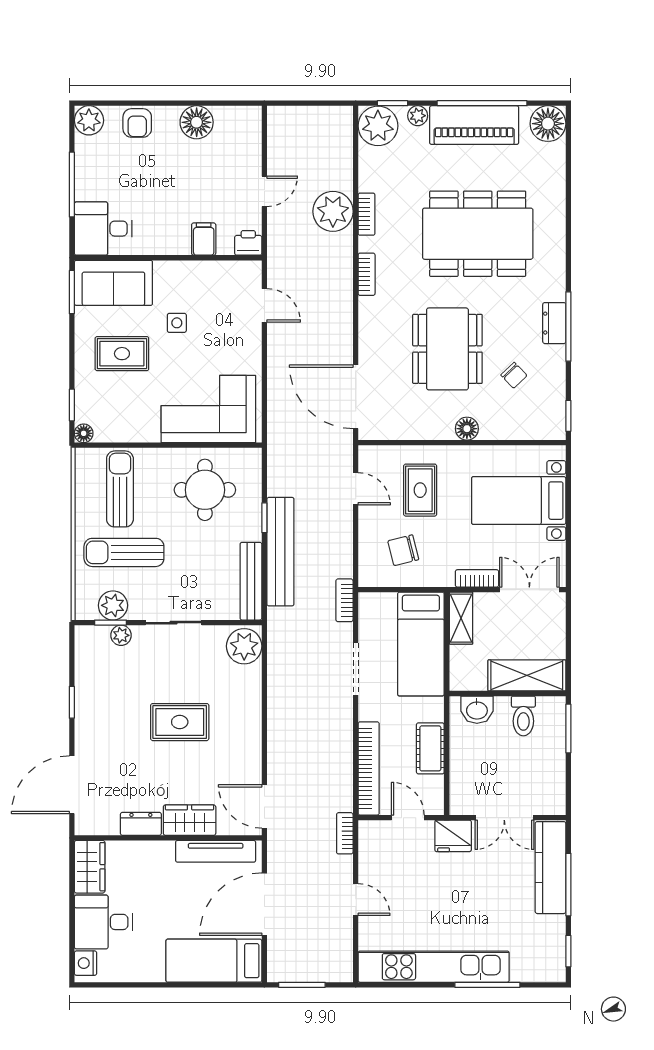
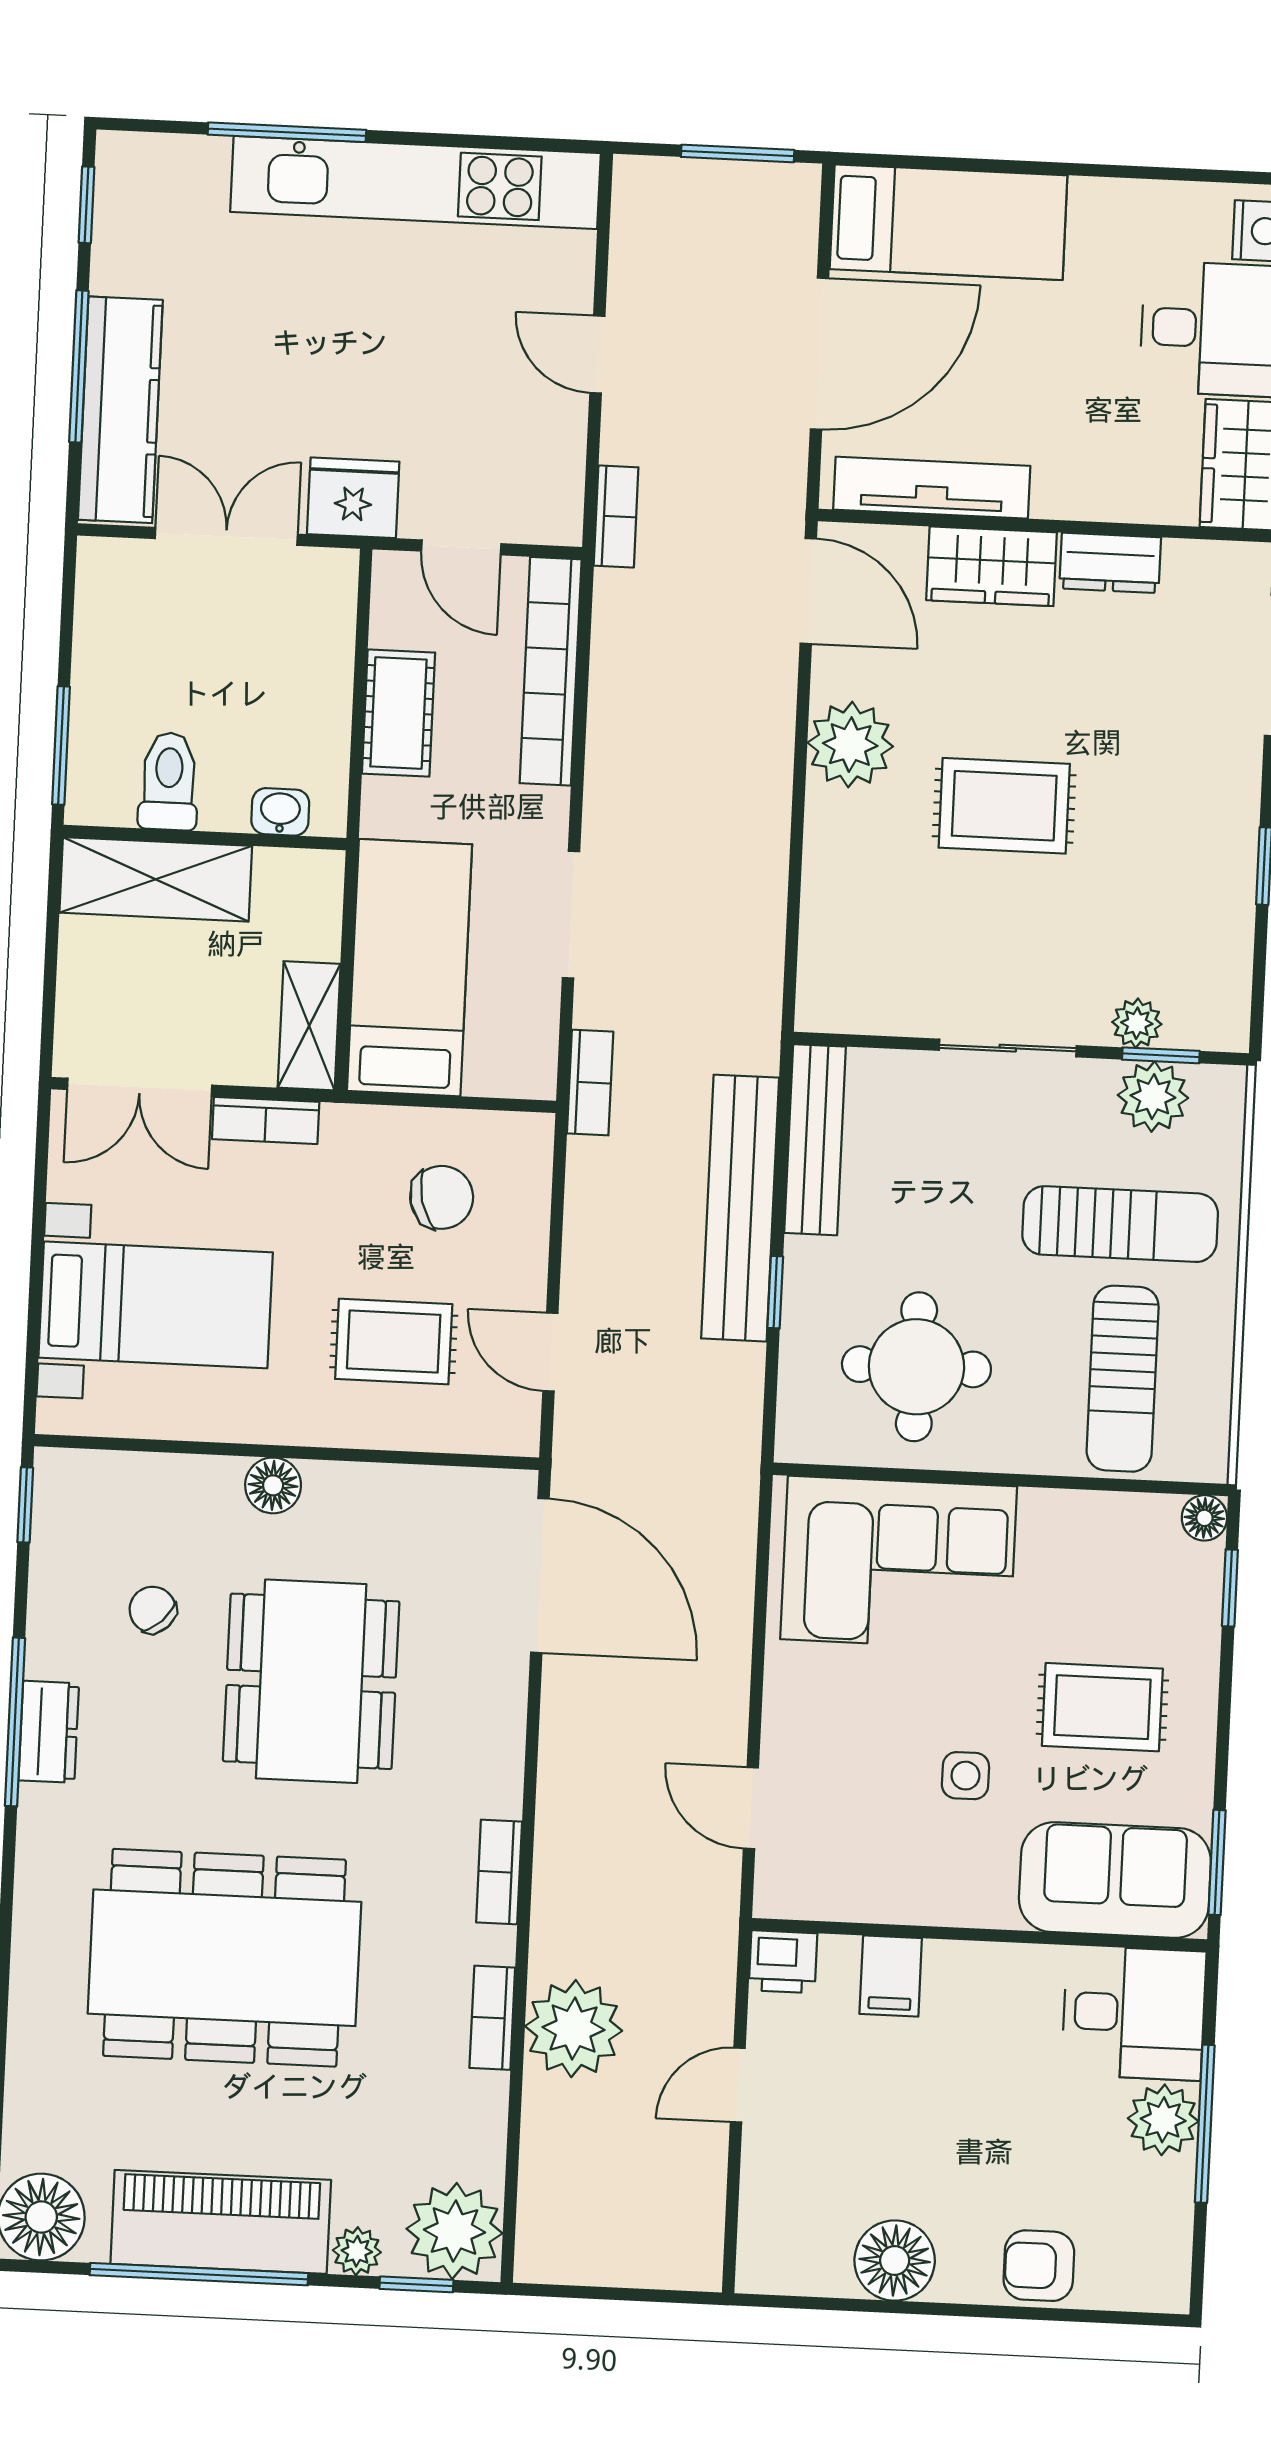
plant: (89, 120) -> (1163, 2120), moved
armchair: (137, 123) -> (1039, 2266), turned -90
rug: (420, 490) -> (394, 1342), turned 90
plant: (244, 646) -> (850, 745), moved
washbasin: (477, 710) -> (280, 812), width x0.72, depth x0.69

